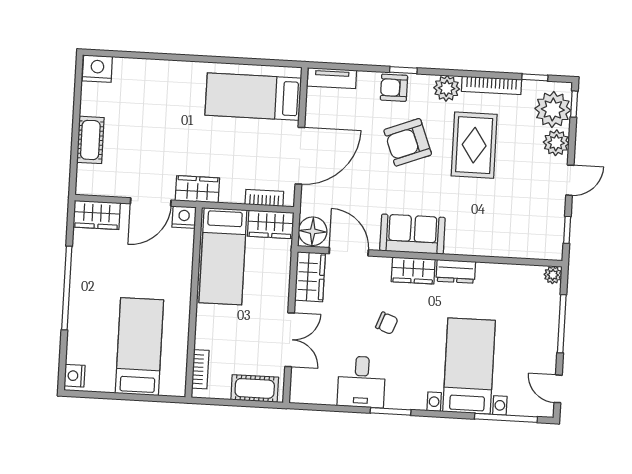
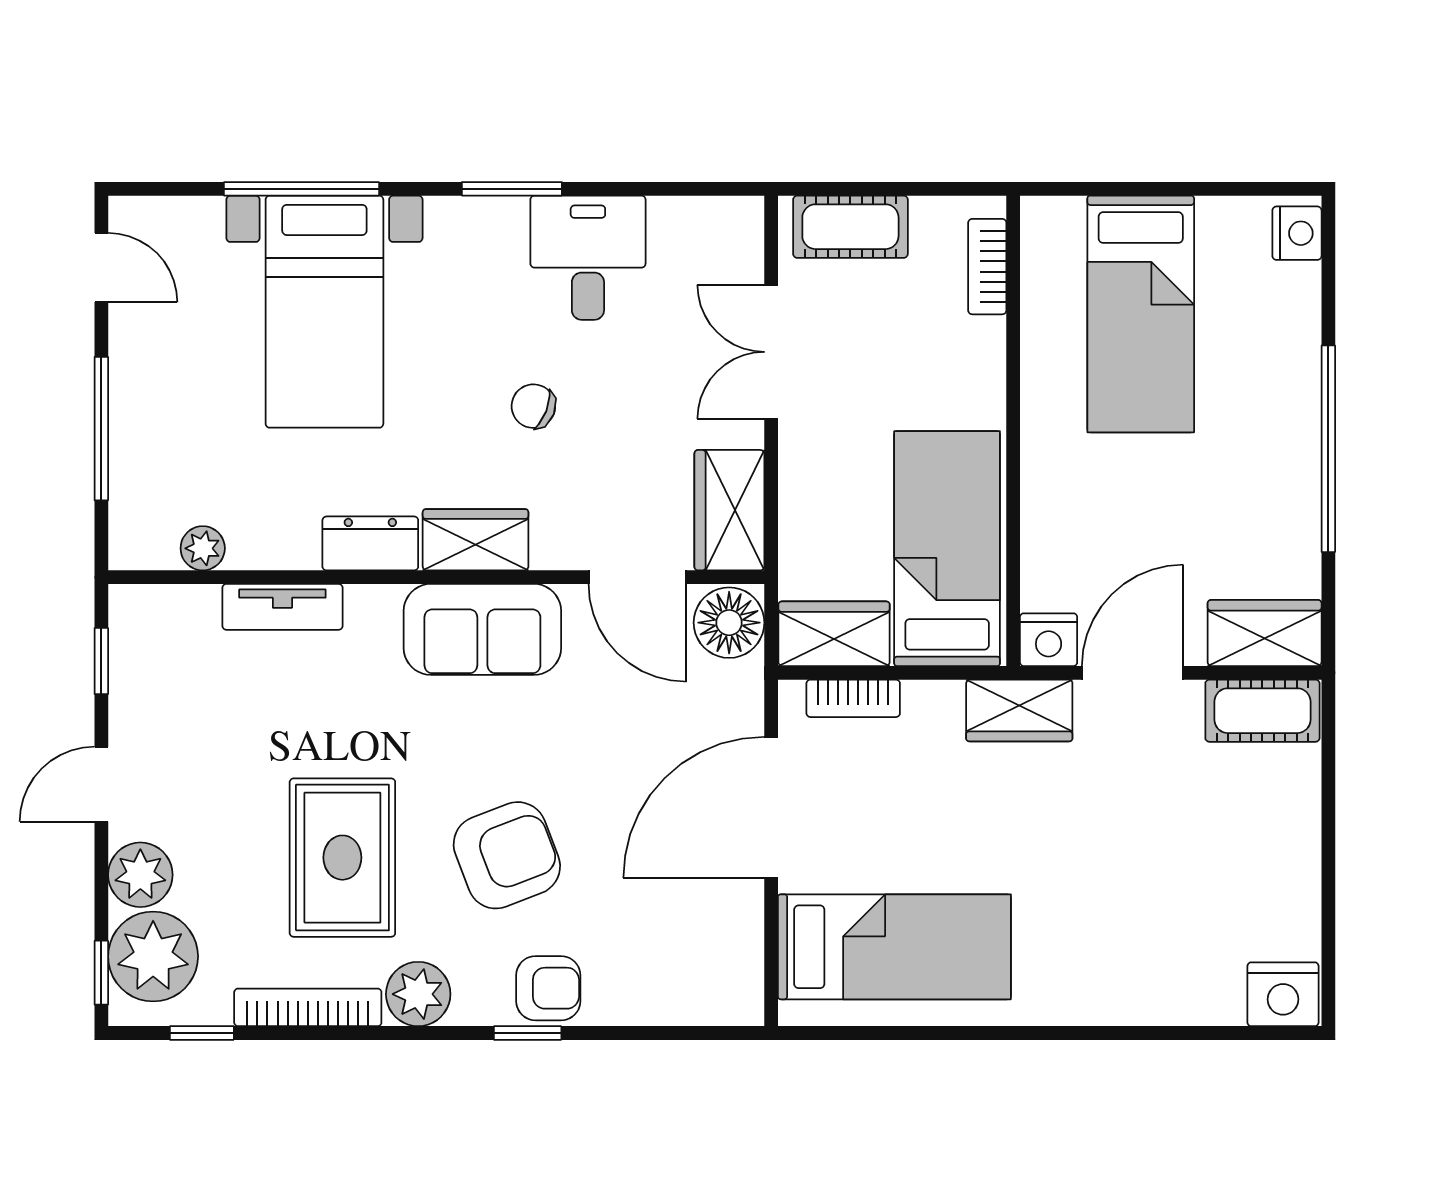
tv unit: (332, 78) -> (282, 607), moved, turned 180
cot: (90, 140) -> (1262, 711), moved, turned 90
plant: (553, 275) -> (203, 548), moved
window: (506, 418) -> (301, 189), moved

